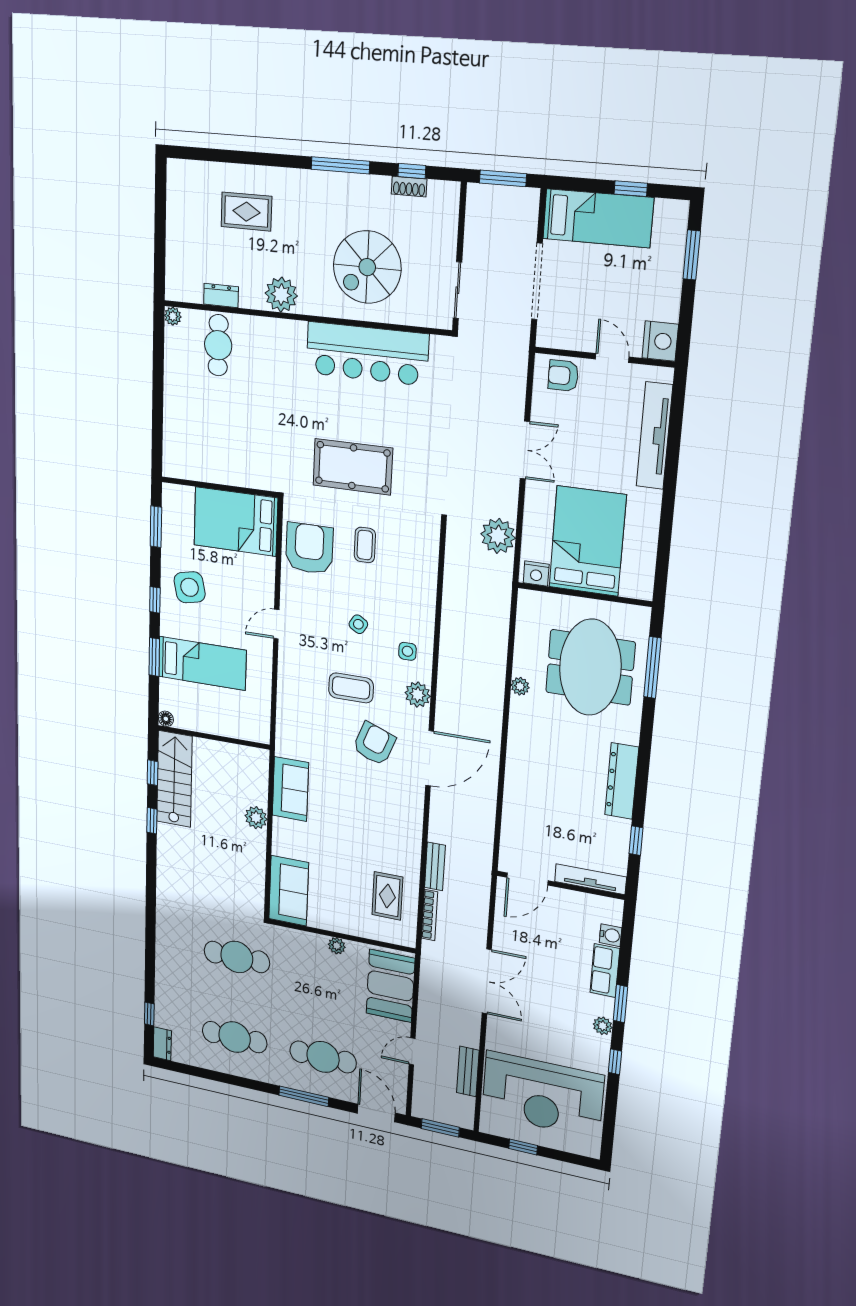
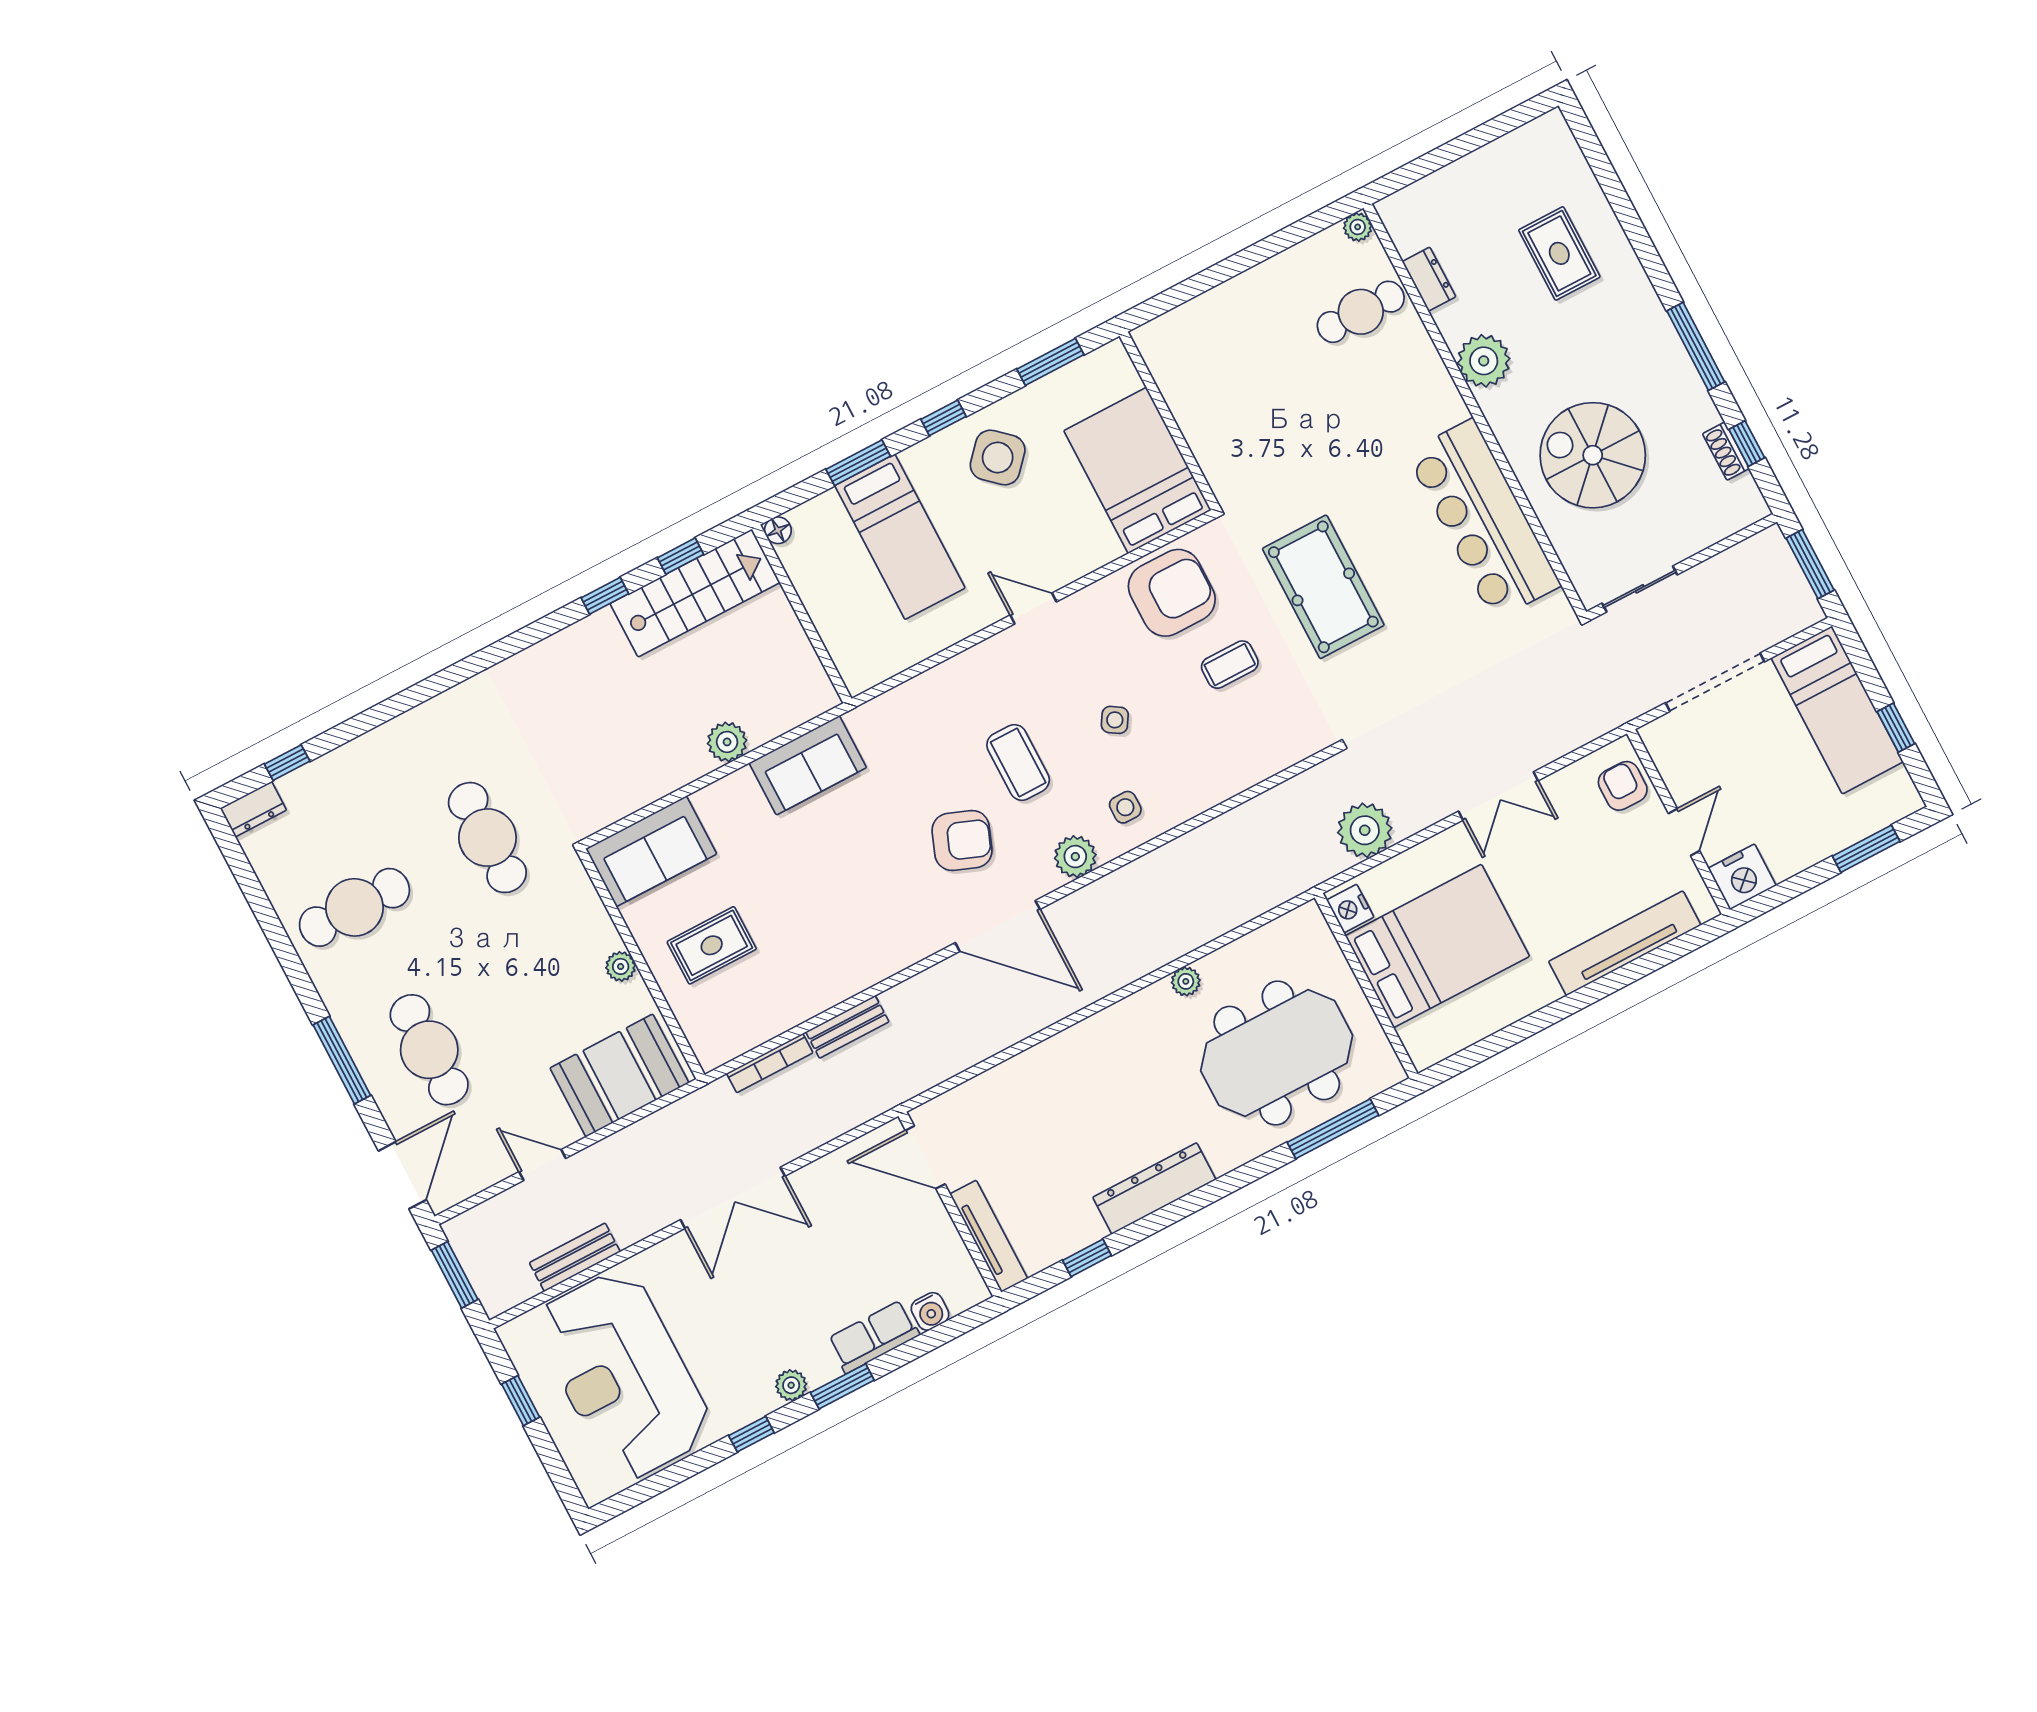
side table: (190, 587) -> (998, 458), turned -36
rug: (387, 896) -> (712, 945), moved
cafe table: (235, 1037) -> (354, 907), turned 90

